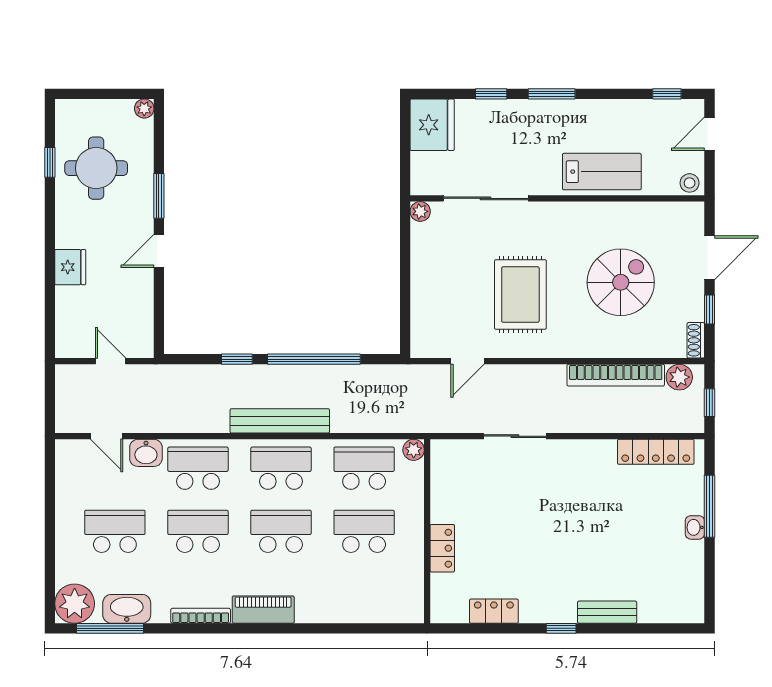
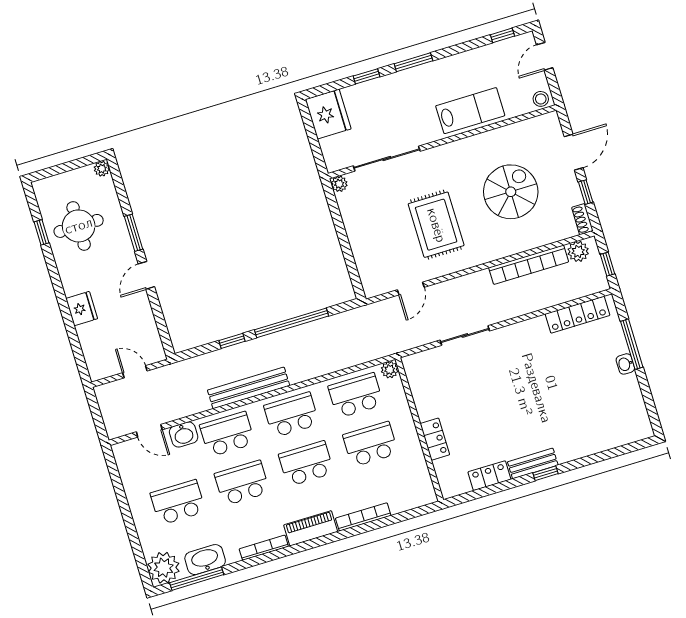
bench: (280, 421) -> (249, 388), moved
bench: (607, 612) -> (533, 463), moved
bookcase: (329, 615) -> (363, 517), added

